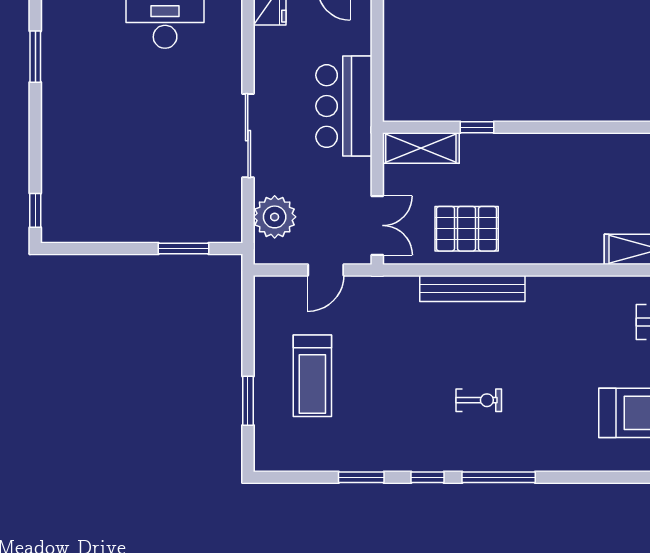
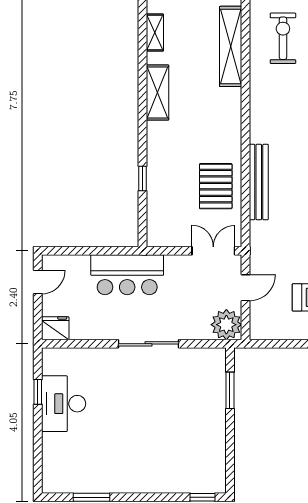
shelving: (421, 148) -> (158, 93), moved
plant: (275, 217) -> (226, 325), moved
door: (326, 270) -> (245, 288), hinge flipped

